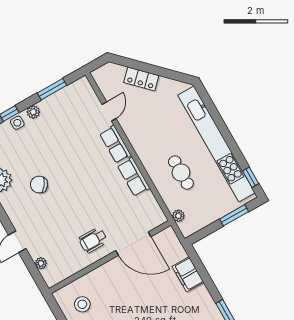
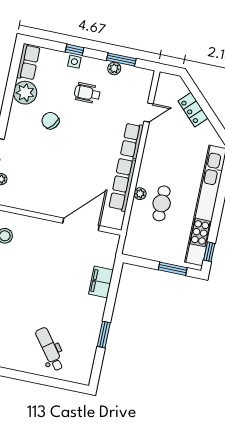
plant: (33, 112) -> (114, 69), moved
row of seats: (134, 177) -> (122, 184), width x1.48
plant: (178, 216) -> (140, 194), moved
wheelchair: (93, 240) -> (87, 93), moved
door: (133, 244) -> (81, 224), swing flipped

